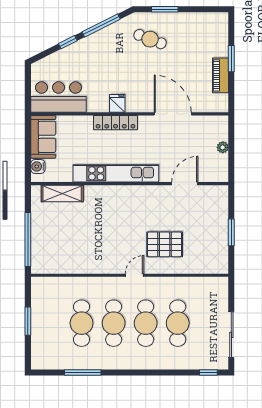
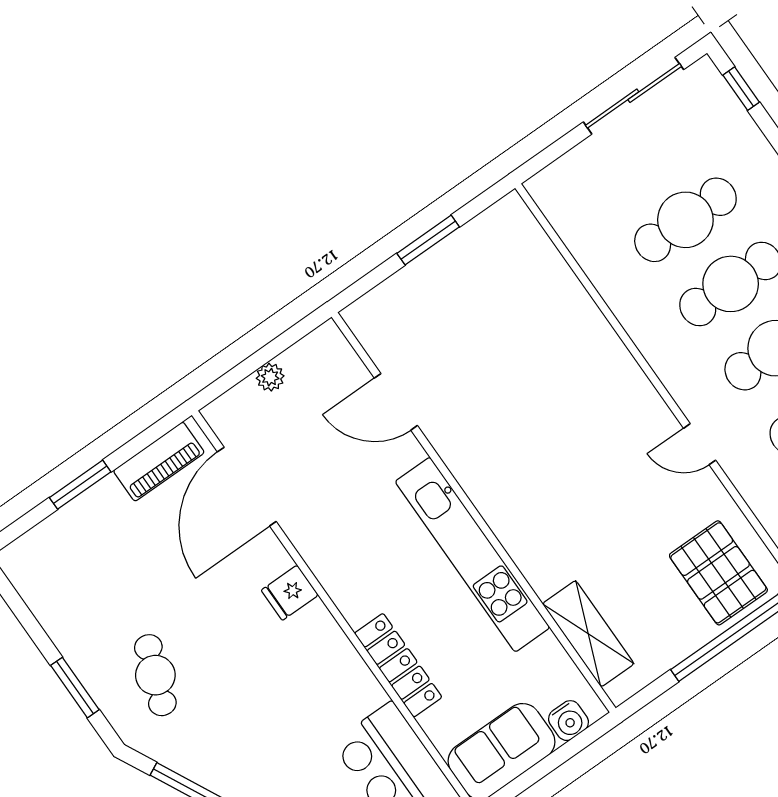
piano: (221, 75) -> (159, 462), moved
fridge: (117, 103) -> (290, 593), moved
door: (173, 114) -> (247, 487), moved
locker: (115, 123) -> (398, 665), moved
pallet: (165, 244) -> (718, 573), moved
door: (135, 275) -> (700, 444), moved

